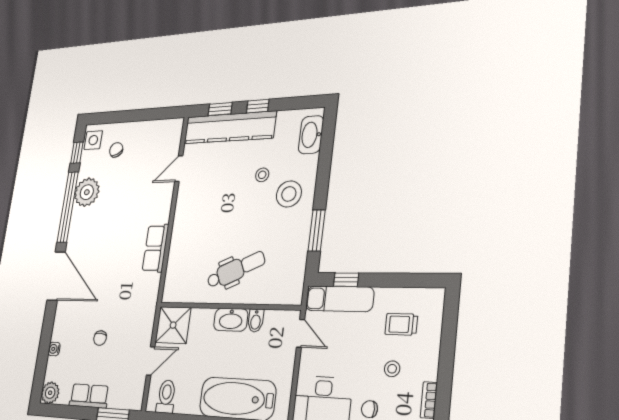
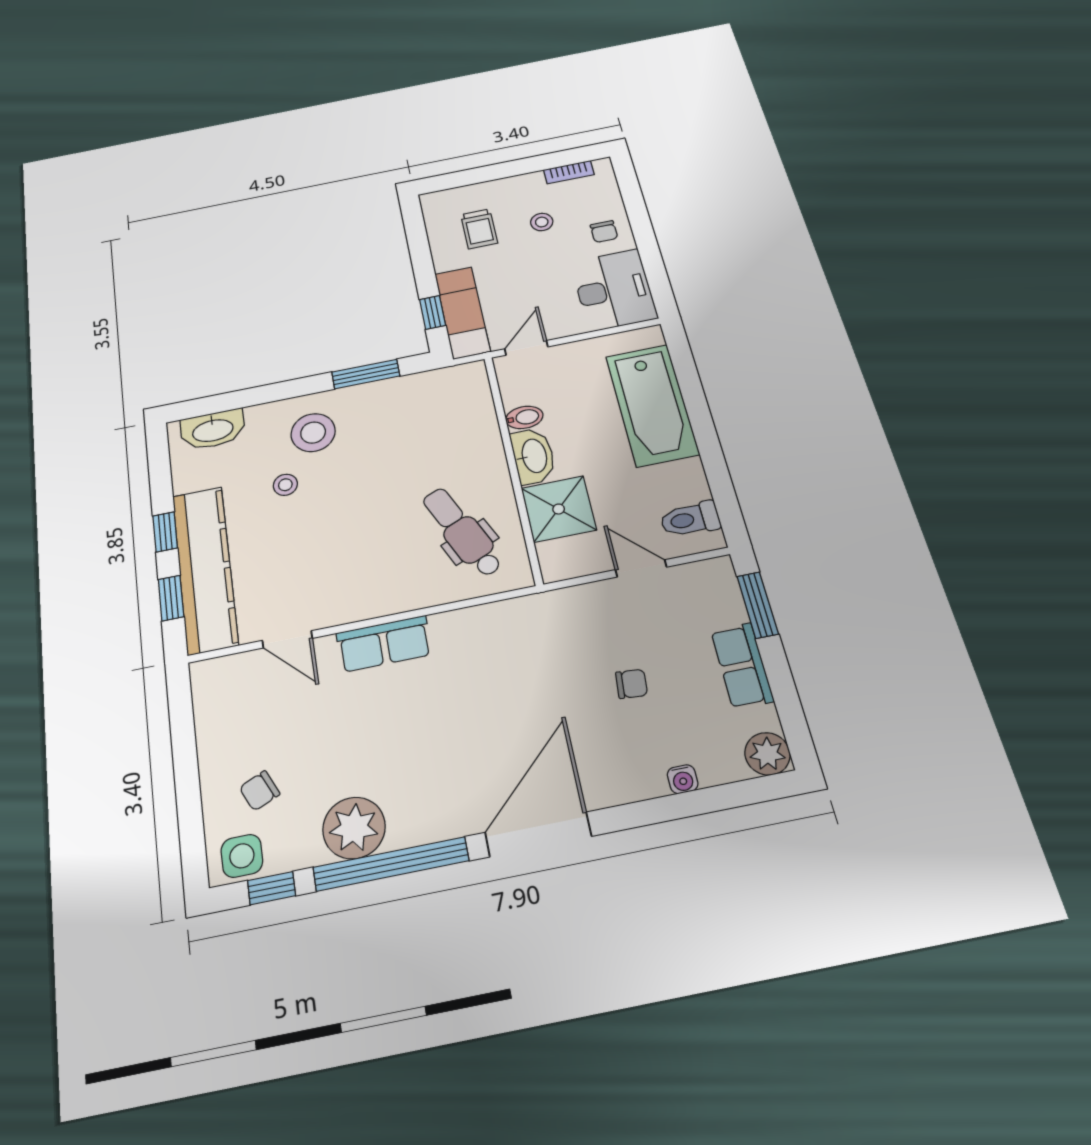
row of seats: (155, 248) -> (384, 644), moved
dental chair: (236, 270) -> (462, 532), moved
shower: (173, 325) -> (559, 509), moved

